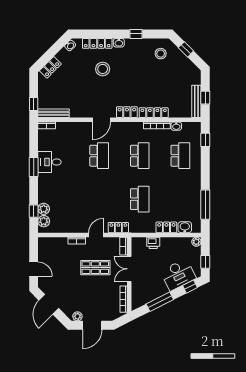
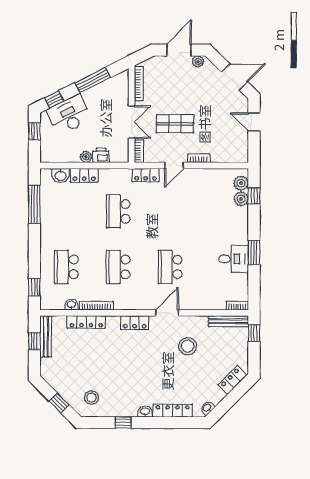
stool: (103, 69) -> (188, 346), moved
locker: (154, 113) -> (86, 322), moved
plant: (196, 242) -> (86, 157), moved
door: (49, 304) -> (235, 77), hinge flipped

